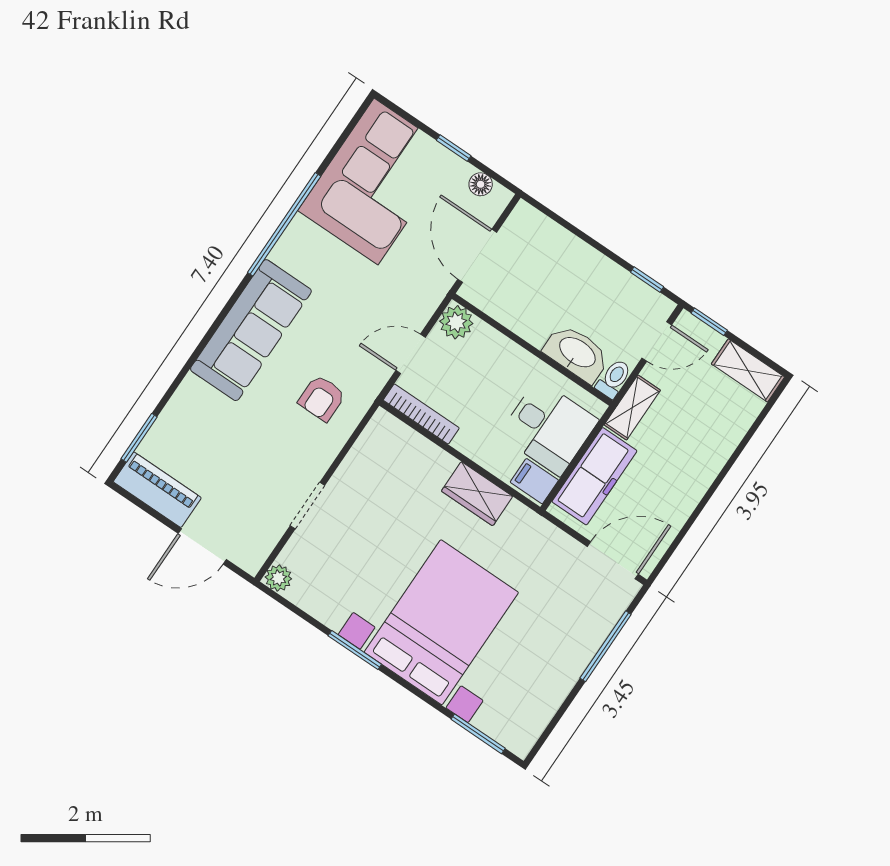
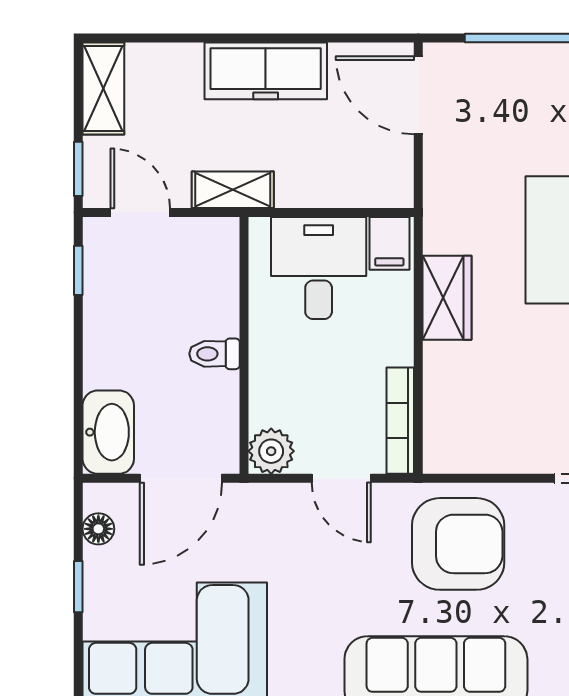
washbasin: (577, 353) -> (108, 432), moved, turned 180
toilet: (614, 379) -> (214, 354), moved
armchair: (322, 398) -> (458, 544), width x1.88, depth x1.88
freezer: (594, 476) -> (266, 71), moved, turned 180

